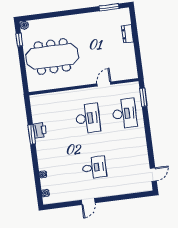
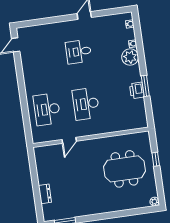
window: (19, 40) -> (156, 159), moved
meeting table: (52, 56) -> (124, 169), width x0.73
window: (143, 97) -> (27, 127), removed
plant: (46, 162) -> (130, 57), added

